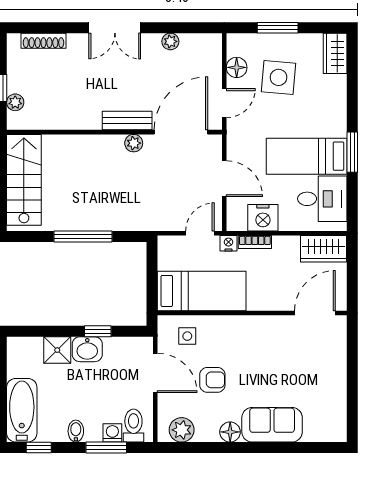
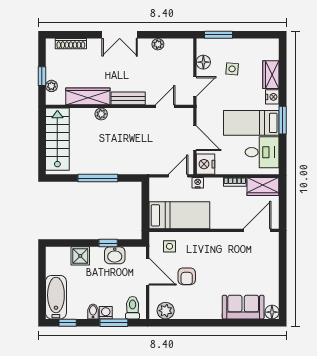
window: (278, 28) -> (219, 35), moved
wardrobe: (335, 53) -> (271, 75), moved
side table: (279, 77) -> (232, 69), width x0.54, depth x0.54
wardrobe: (68, 118) -> (88, 96), added
nightstand: (337, 118) -> (272, 97), added
door: (181, 132) -> (165, 106), width x0.53
plant: (134, 143) -> (101, 114), moved
nightstand: (263, 218) -> (205, 164), moved, turned 90
bookcase: (255, 242) -> (235, 182), moved
washbasin: (87, 349) -> (115, 255), moved
armchair: (212, 380) -> (187, 276), turned 90
sofa: (272, 425) -> (243, 307), moved
floor lamp: (230, 432) -> (272, 312), moved
washing machine: (112, 433) -> (106, 313), moved

